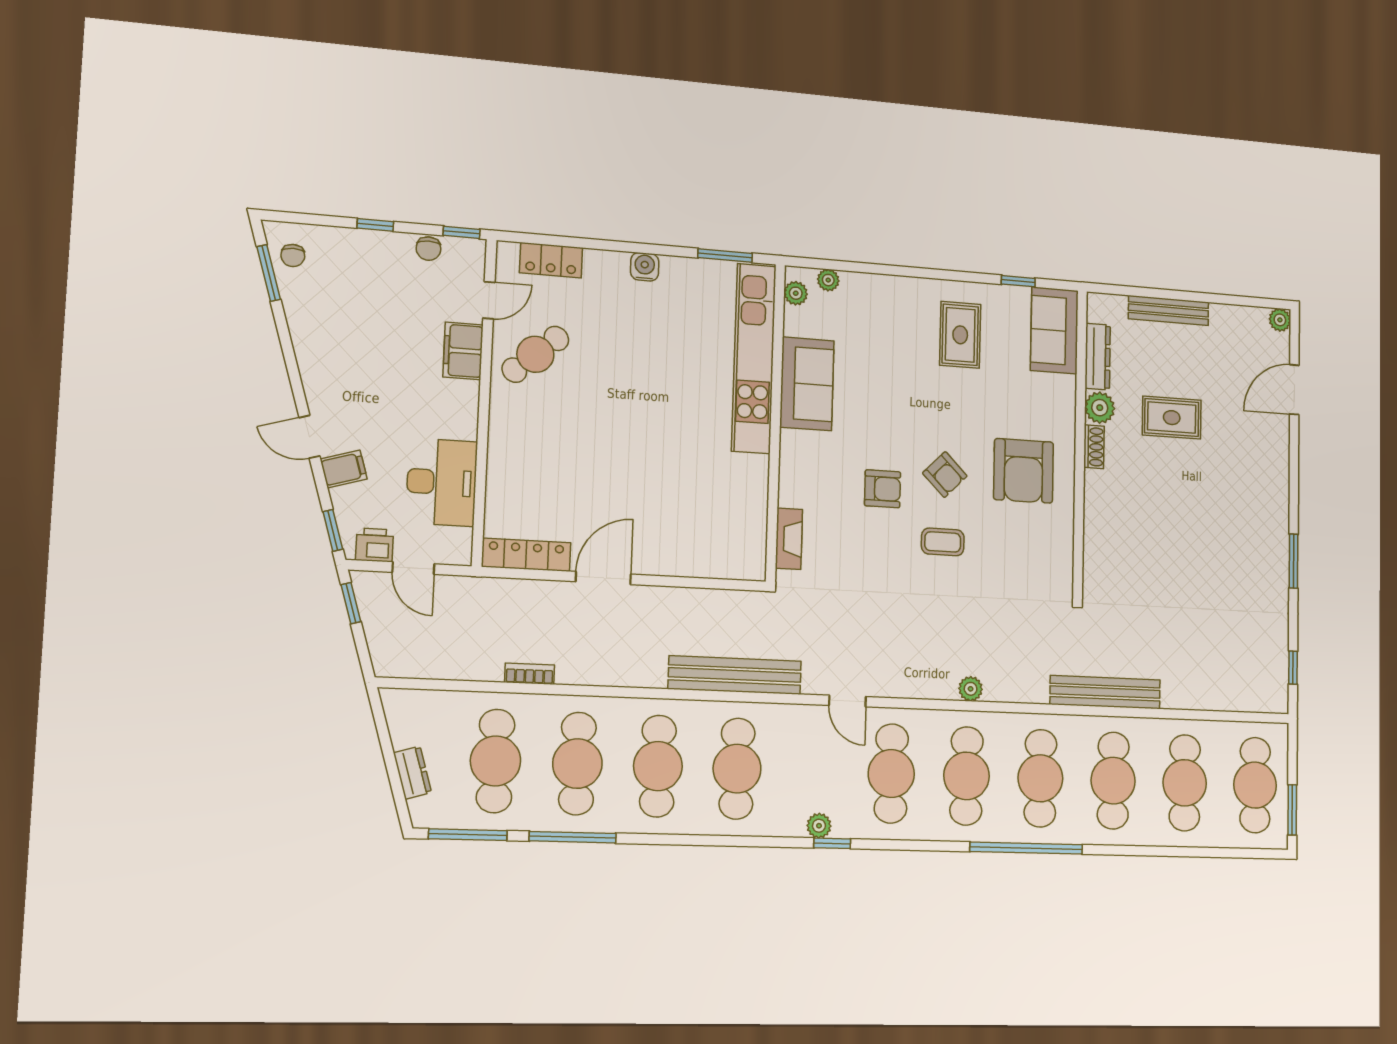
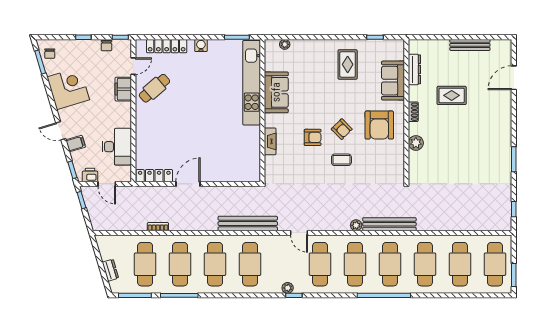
locker: (551, 260) -> (167, 46), width x1.53
plant: (796, 293) -> (270, 52), removed
bench: (1169, 310) -> (470, 45), moved
plant: (1280, 320) -> (506, 45), removed
sofa: (1054, 330) -> (393, 81), moved
corner desk: (333, 339) -> (68, 88), added
plant: (1100, 408) -> (416, 143), moved
fireplace: (789, 539) -> (270, 141), moved
bench: (1105, 692) -> (389, 224), moved

